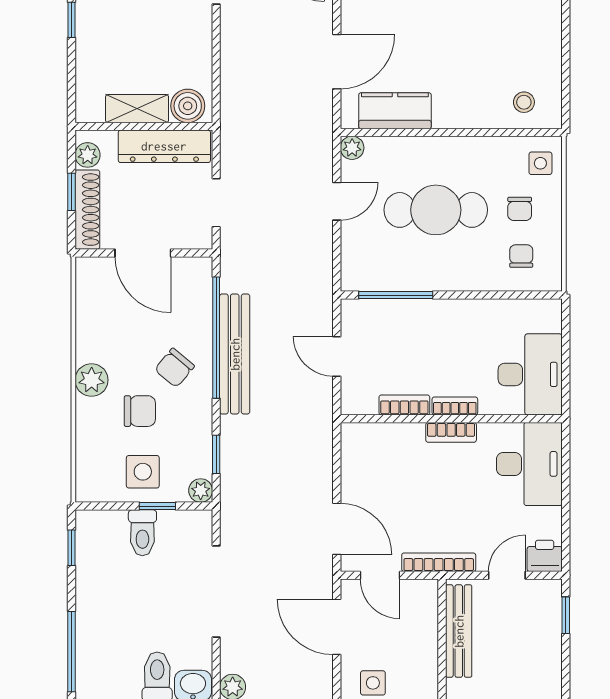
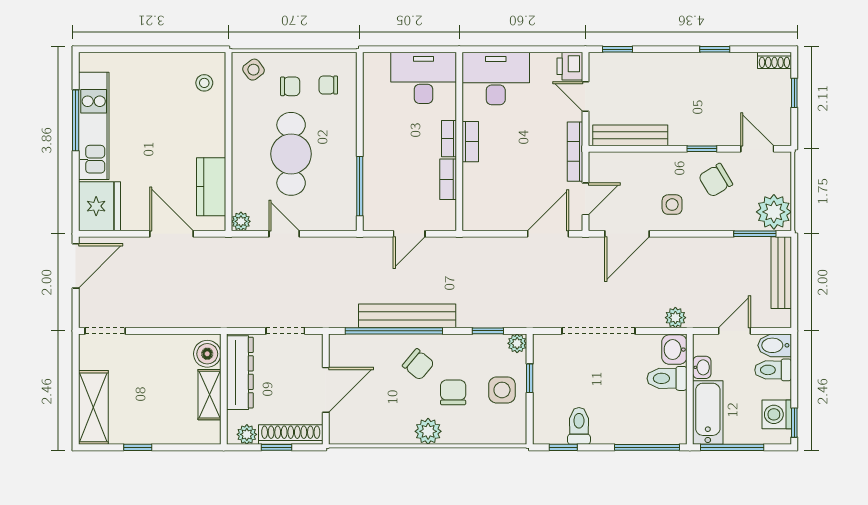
side table: (540, 163) -> (253, 70), turned -37
toilet: (142, 533) -> (579, 426), moved, turned -90

